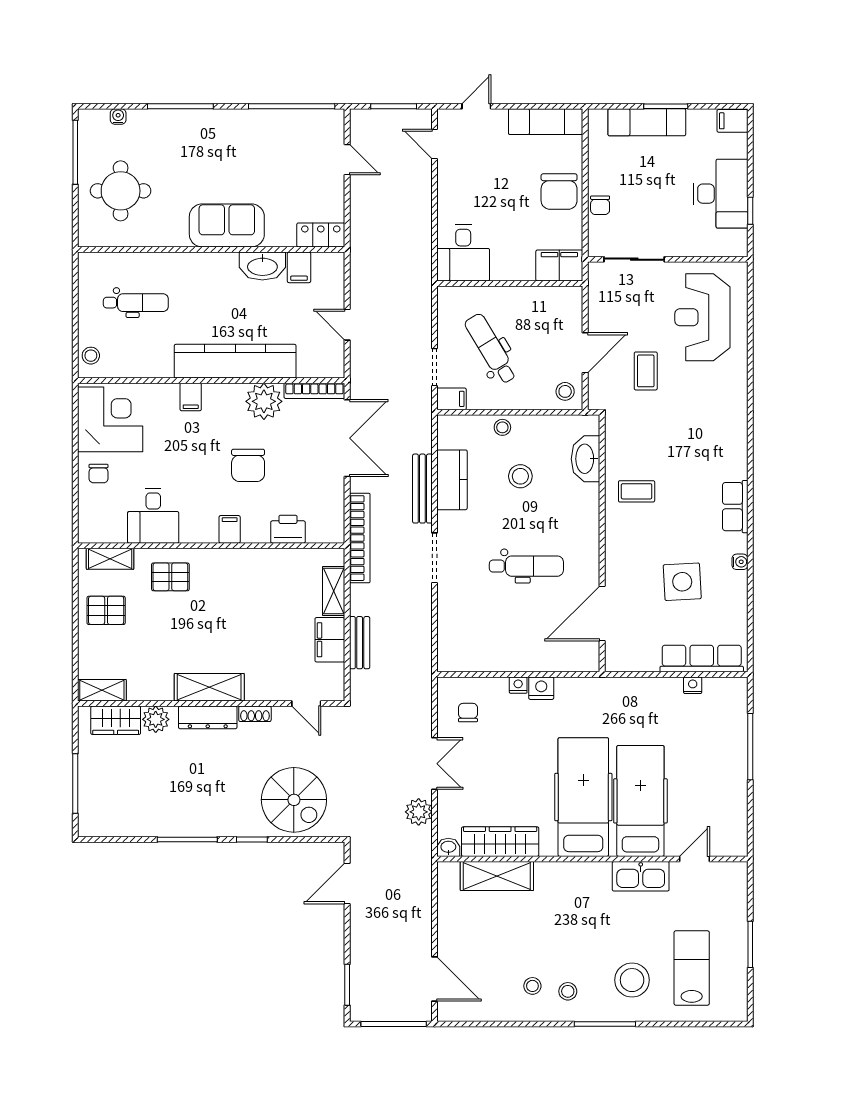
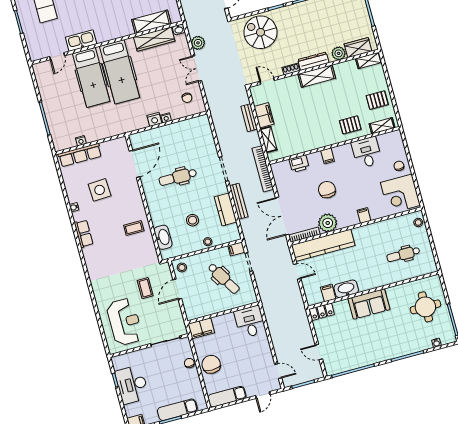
kitchen counter: (235, 361) -> (323, 245), moved

